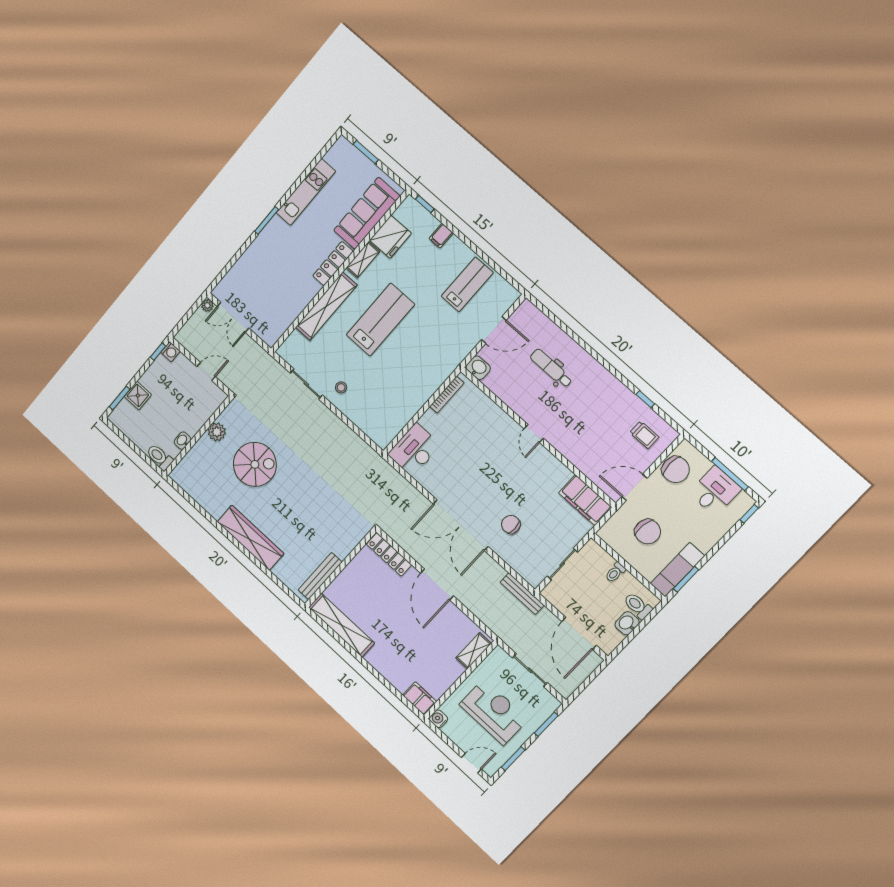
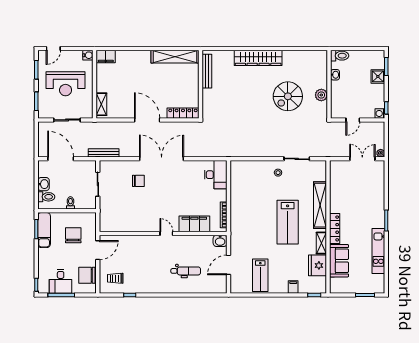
sofa: (367, 213) -> (339, 261), width x0.73
filing cabinet: (585, 500) -> (194, 224), moved
chair: (648, 532) -> (73, 235), turned 82

